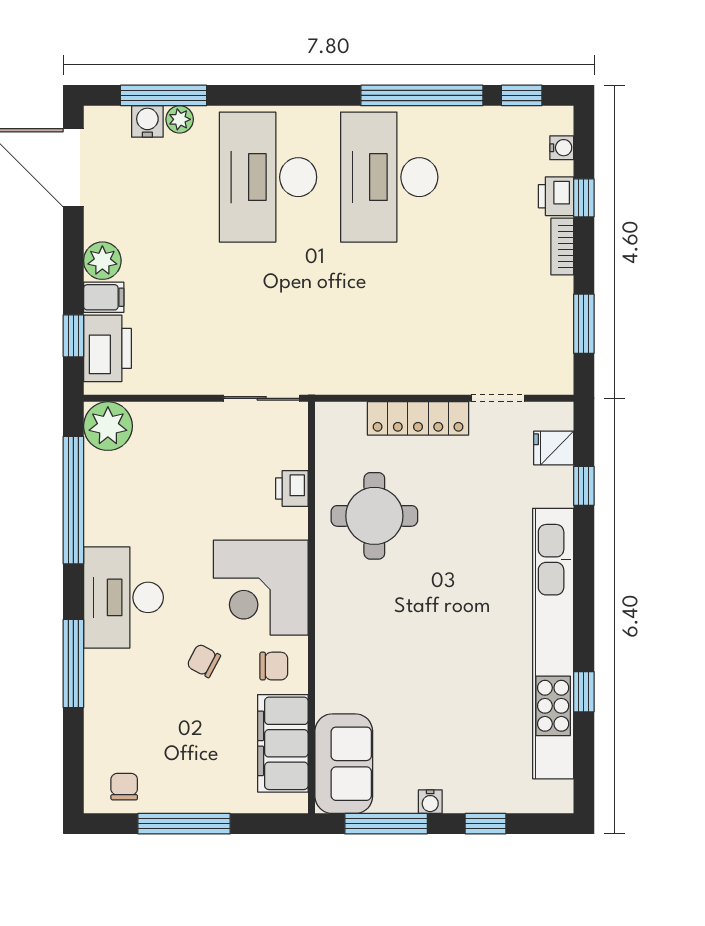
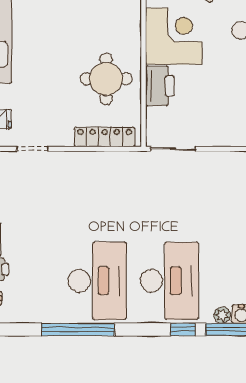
window: (522, 95) -> (183, 329), moved
locker: (418, 418) -> (105, 137), moved
printer: (292, 489) -> (160, 86), width x1.87, depth x1.48

